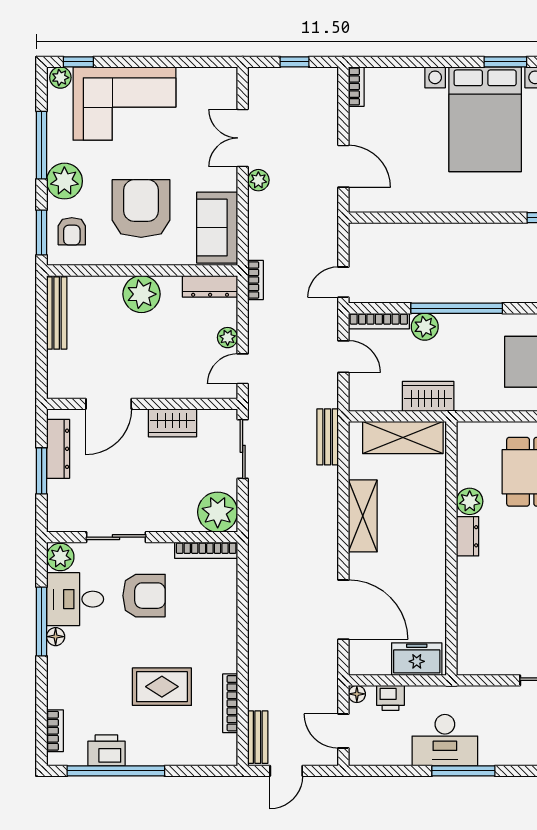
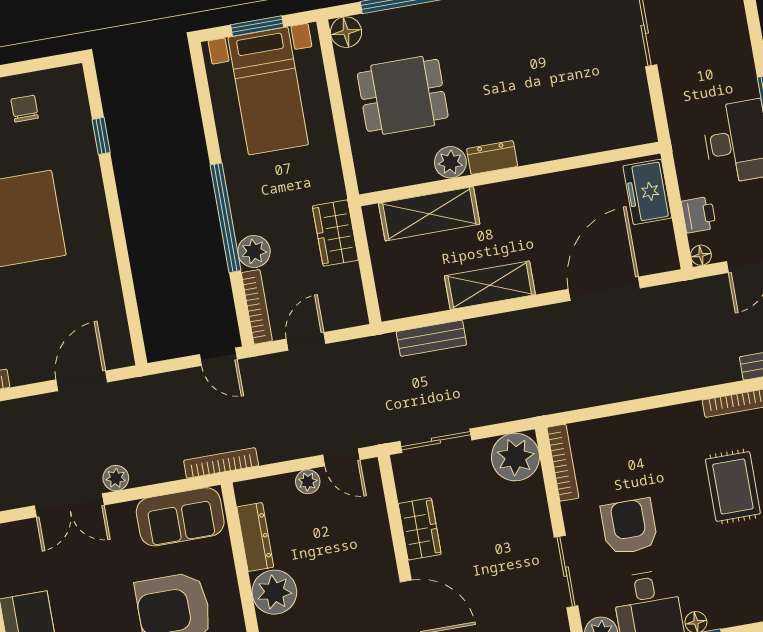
bookcase: (256, 280) -> (221, 463), width x1.56
dresser: (210, 286) -> (255, 537), moved
bench: (328, 437) -> (431, 338), moved
shelving: (403, 437) -> (429, 214), moved, turned 90

